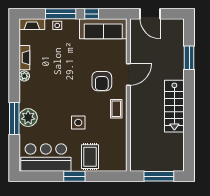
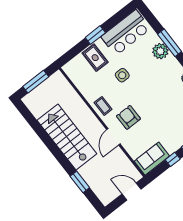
sofa: (103, 29) -> (152, 159), width x0.73
stairs: (174, 106) -> (67, 137), width x1.36, depth x1.51

